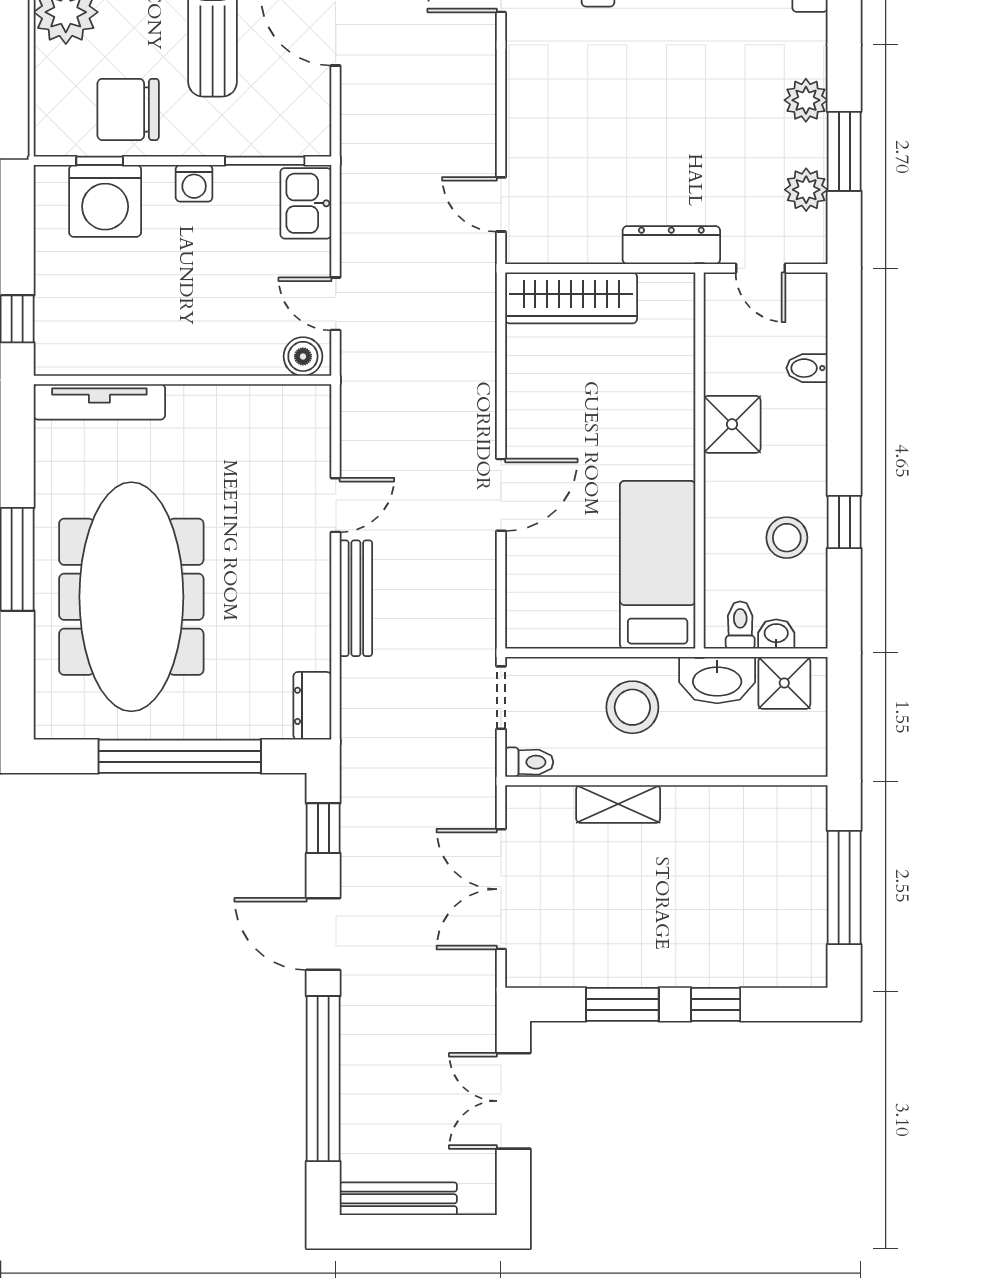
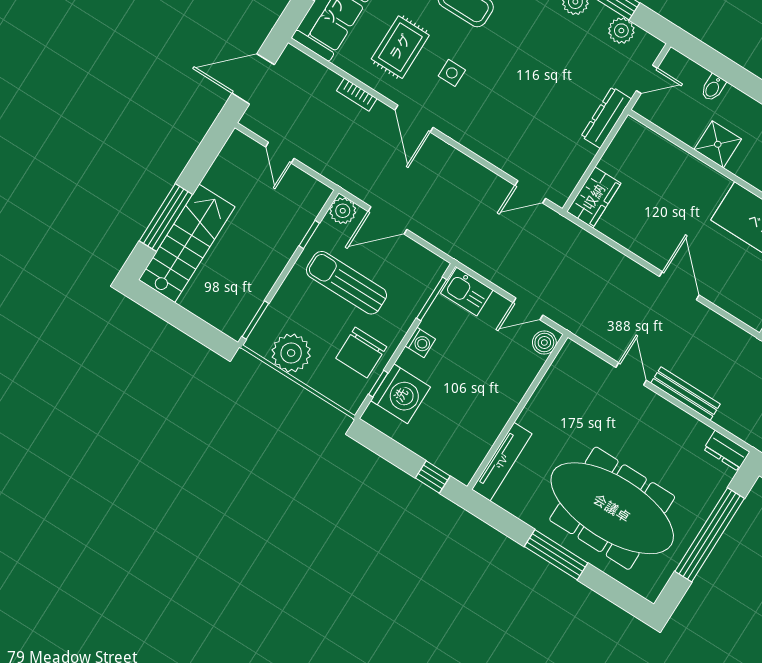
wardrobe: (571, 298) -> (594, 197), width x0.67

